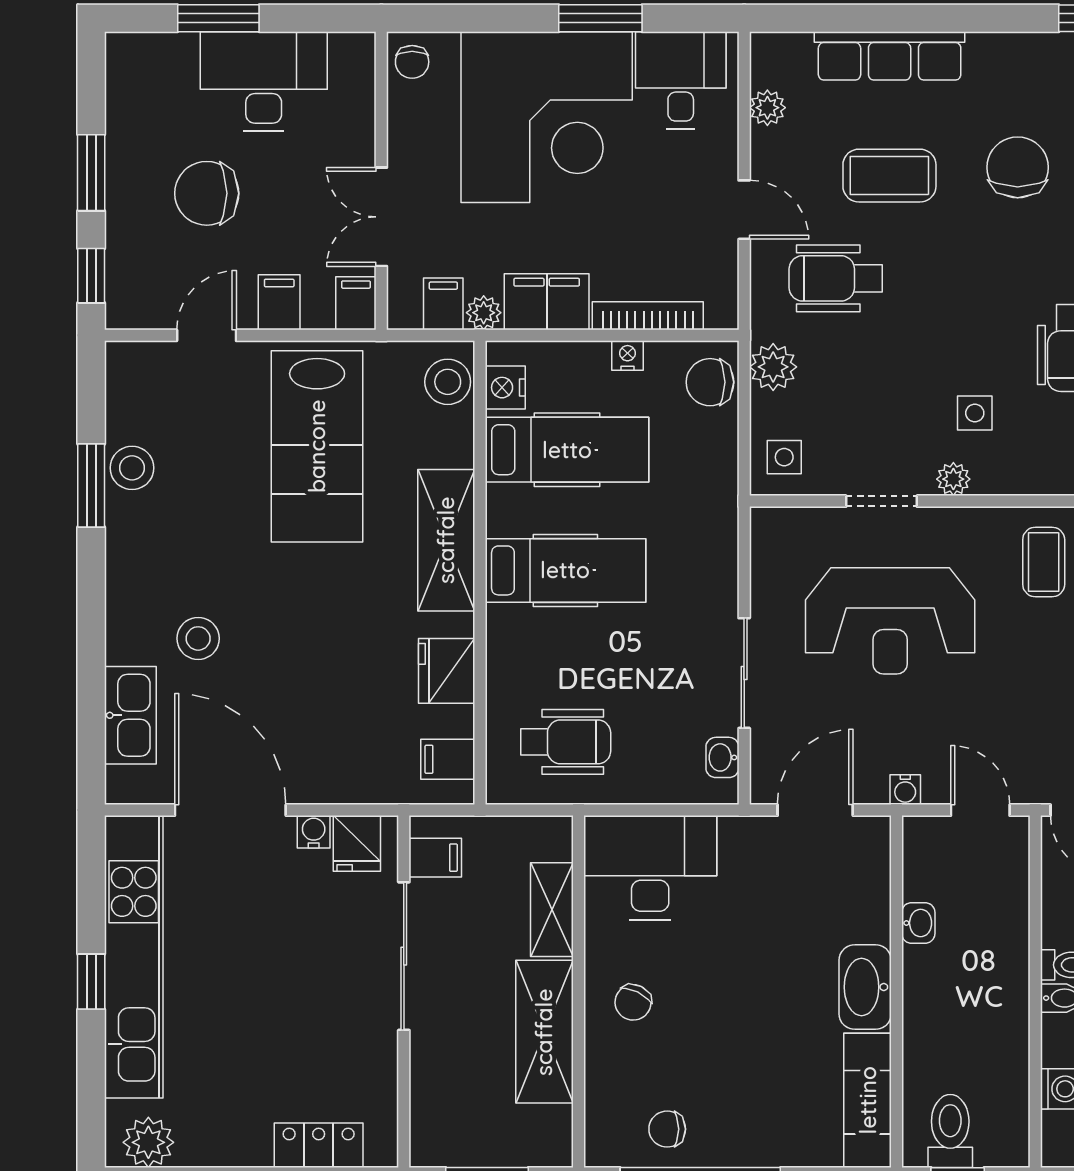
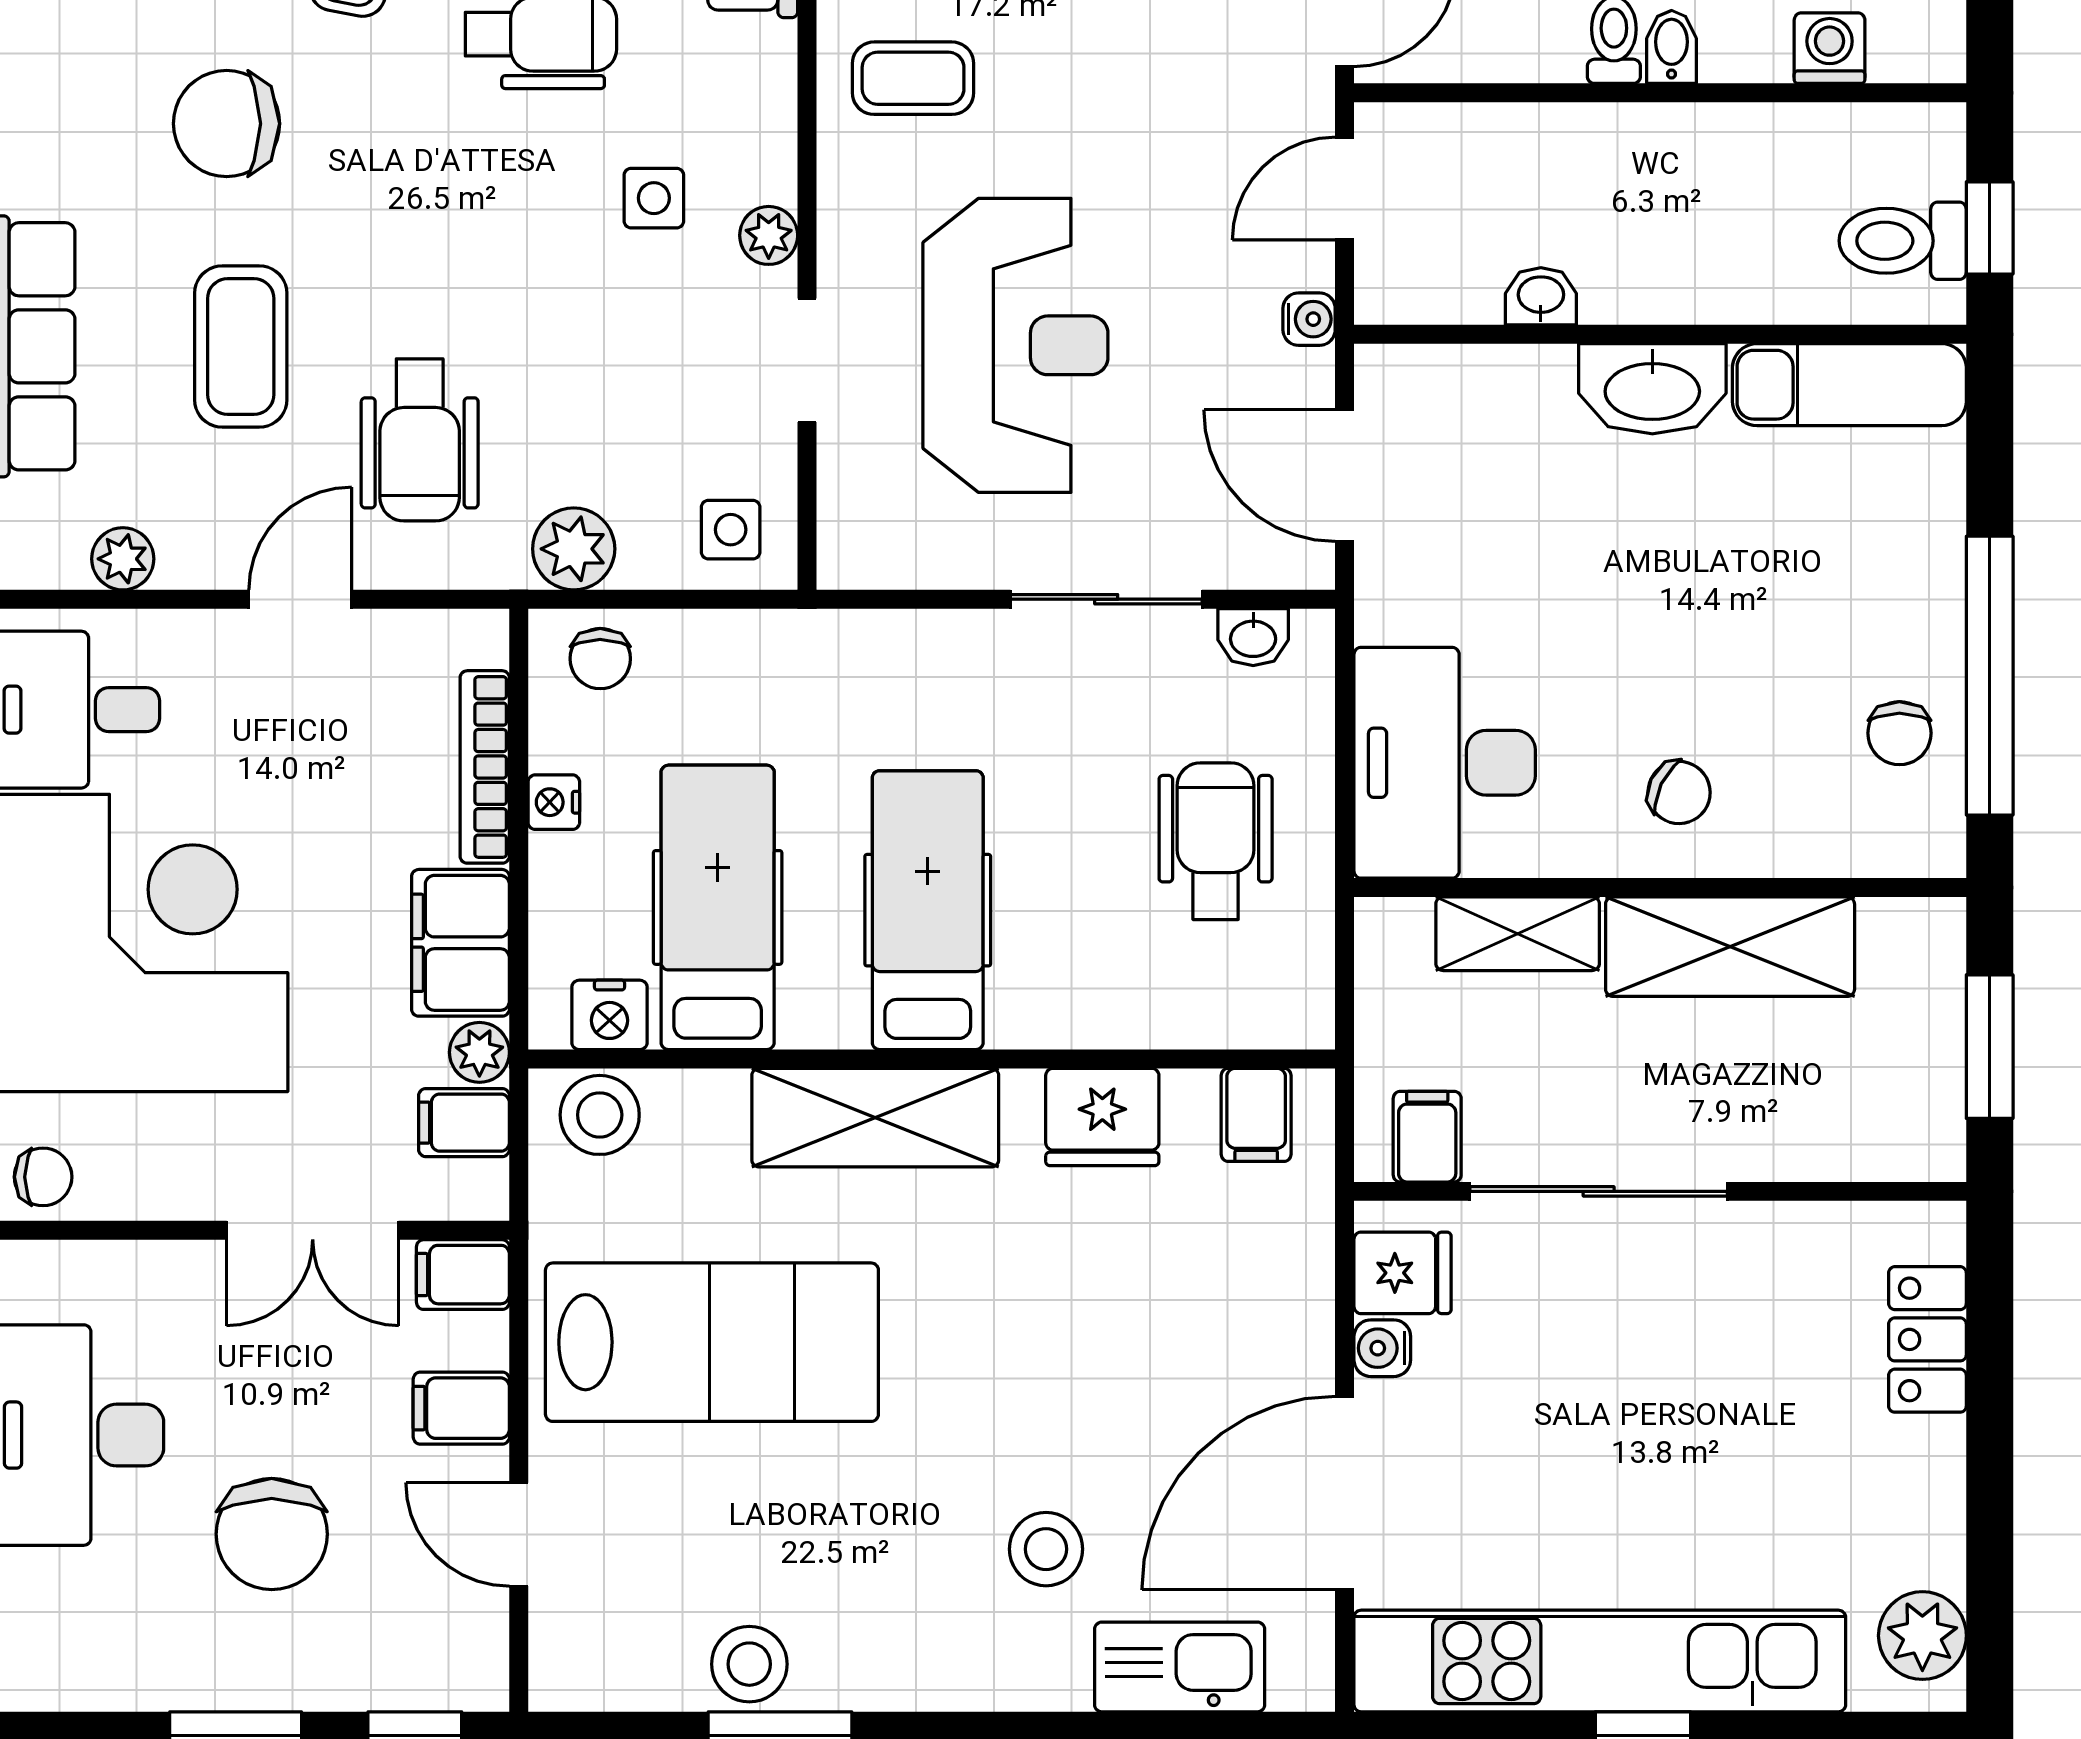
chair: (710, 382) -> (600, 659), width x0.73, depth x0.73
wheelchair: (566, 742) -> (1216, 841), moved

